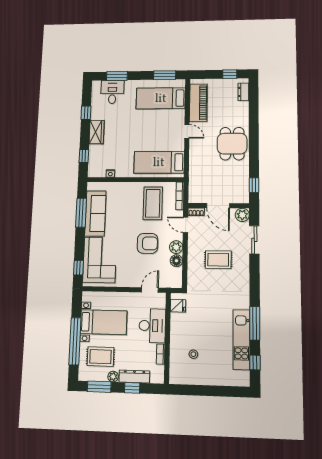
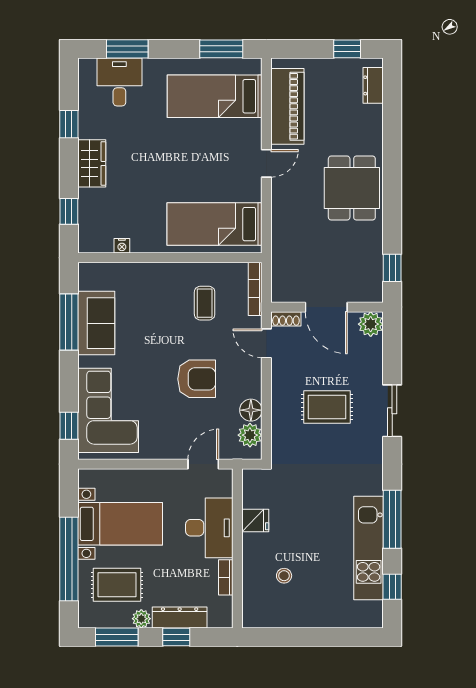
door: (187, 131) -> (266, 163), hinge flipped
coffee table: (153, 203) -> (205, 303), width x0.54, depth x0.58
sofa: (95, 213) -> (96, 323), width x0.73
sliding door: (254, 240) -> (392, 411), moved
plant: (176, 247) -> (250, 435), moved
fridge: (178, 306) -> (255, 520), moved

